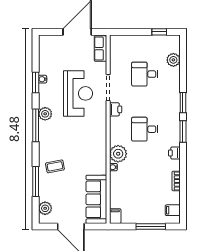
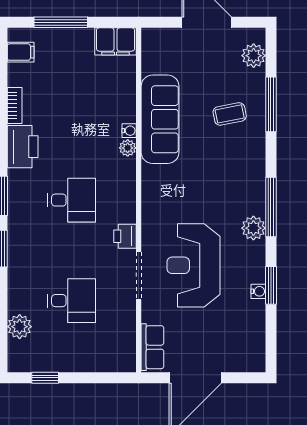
printer: (174, 153) -> (23, 147), width x1.87, depth x1.48
plant: (118, 154) -> (128, 148), width x0.53, depth x0.53
coffee table: (55, 166) -> (230, 114), moved
sofa: (96, 199) -> (160, 119), moved
filing cabinet: (115, 216) -> (115, 41), width x2.00

